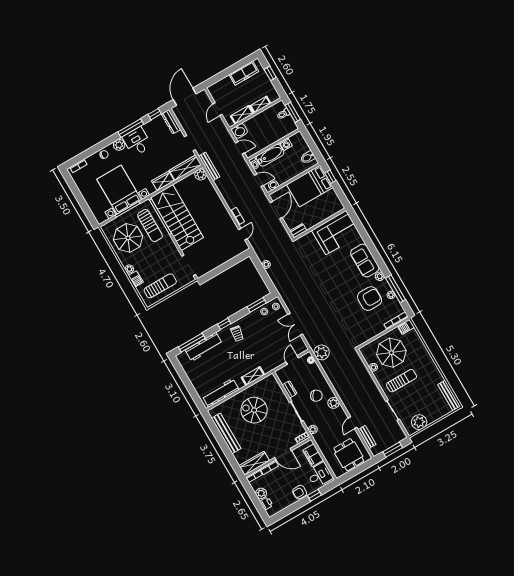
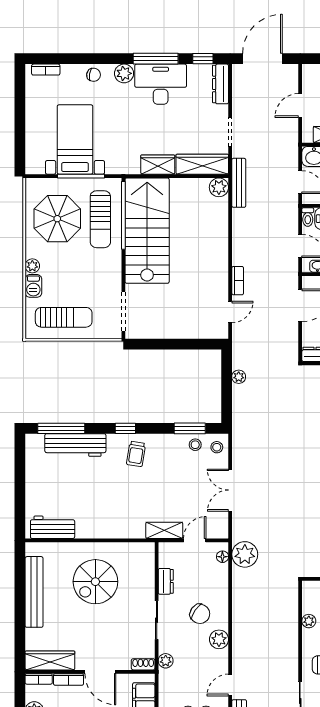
desk: (137, 142) -> (161, 84), width x1.37
bed with nightstands: (119, 190) -> (75, 140), width x0.73
shelving: (253, 376) -> (164, 530), moved
workbench: (221, 393) -> (53, 527), width x0.73
spiral stairs: (254, 410) -> (95, 582), turned -90

